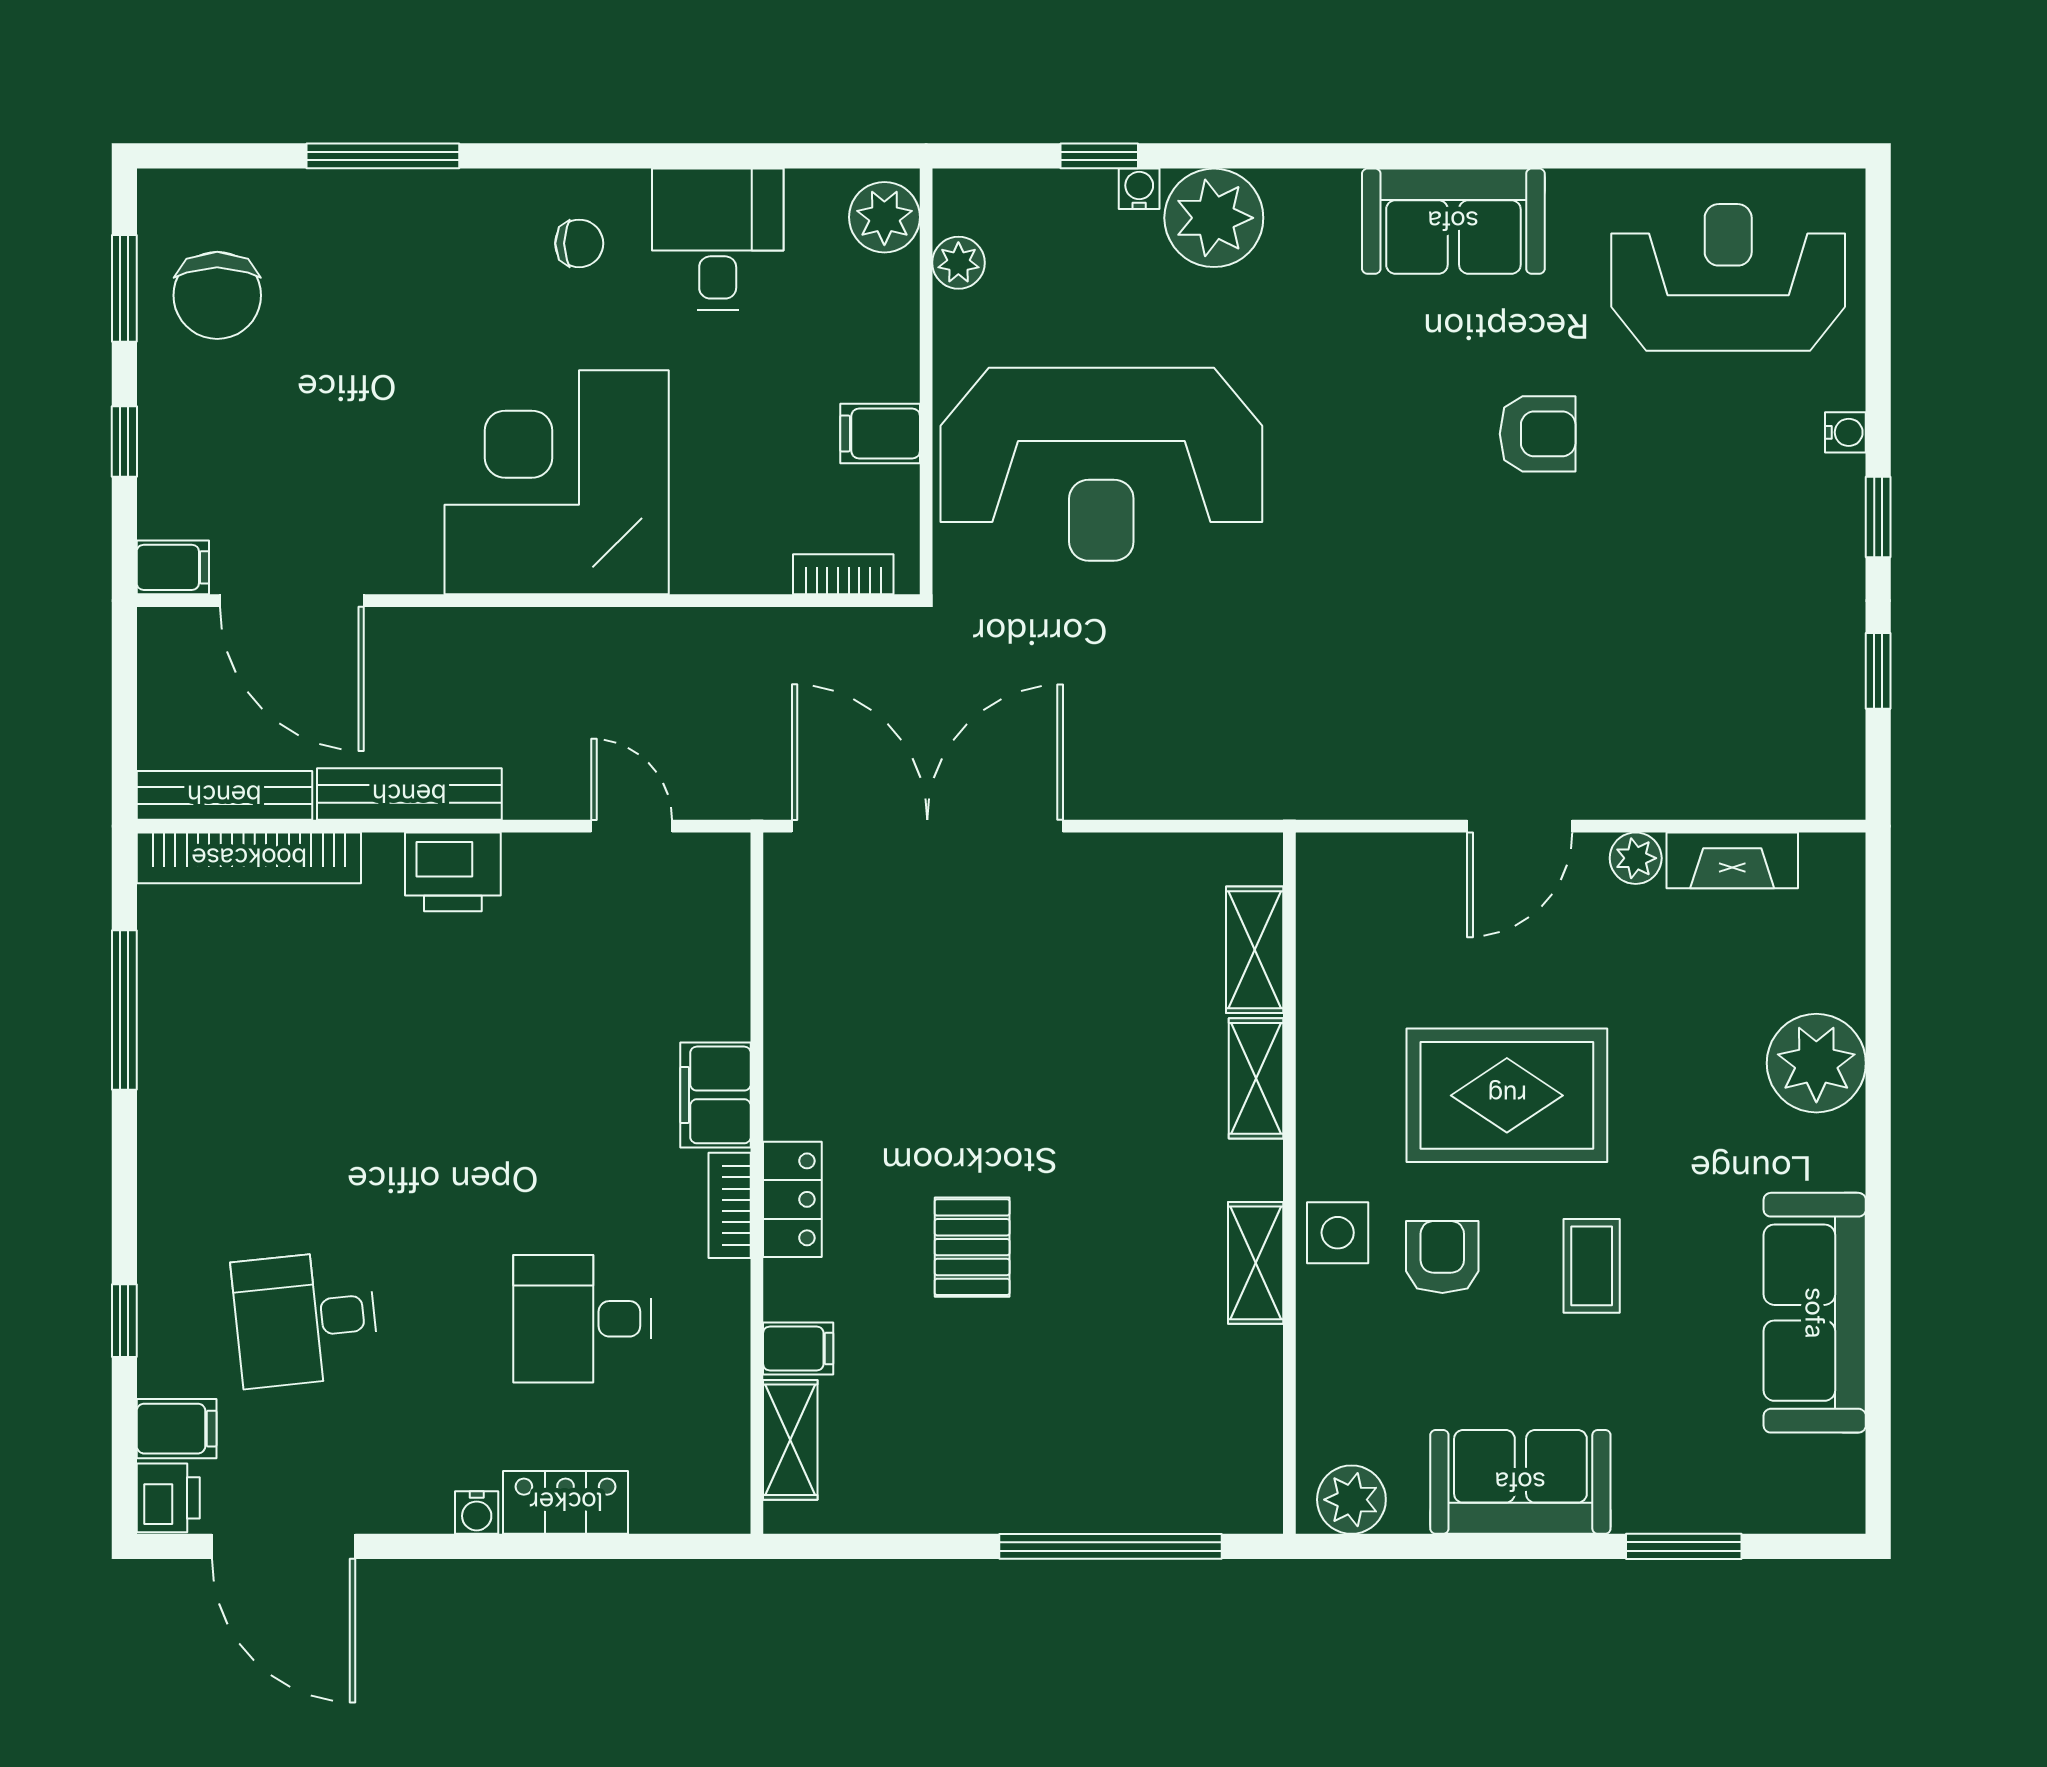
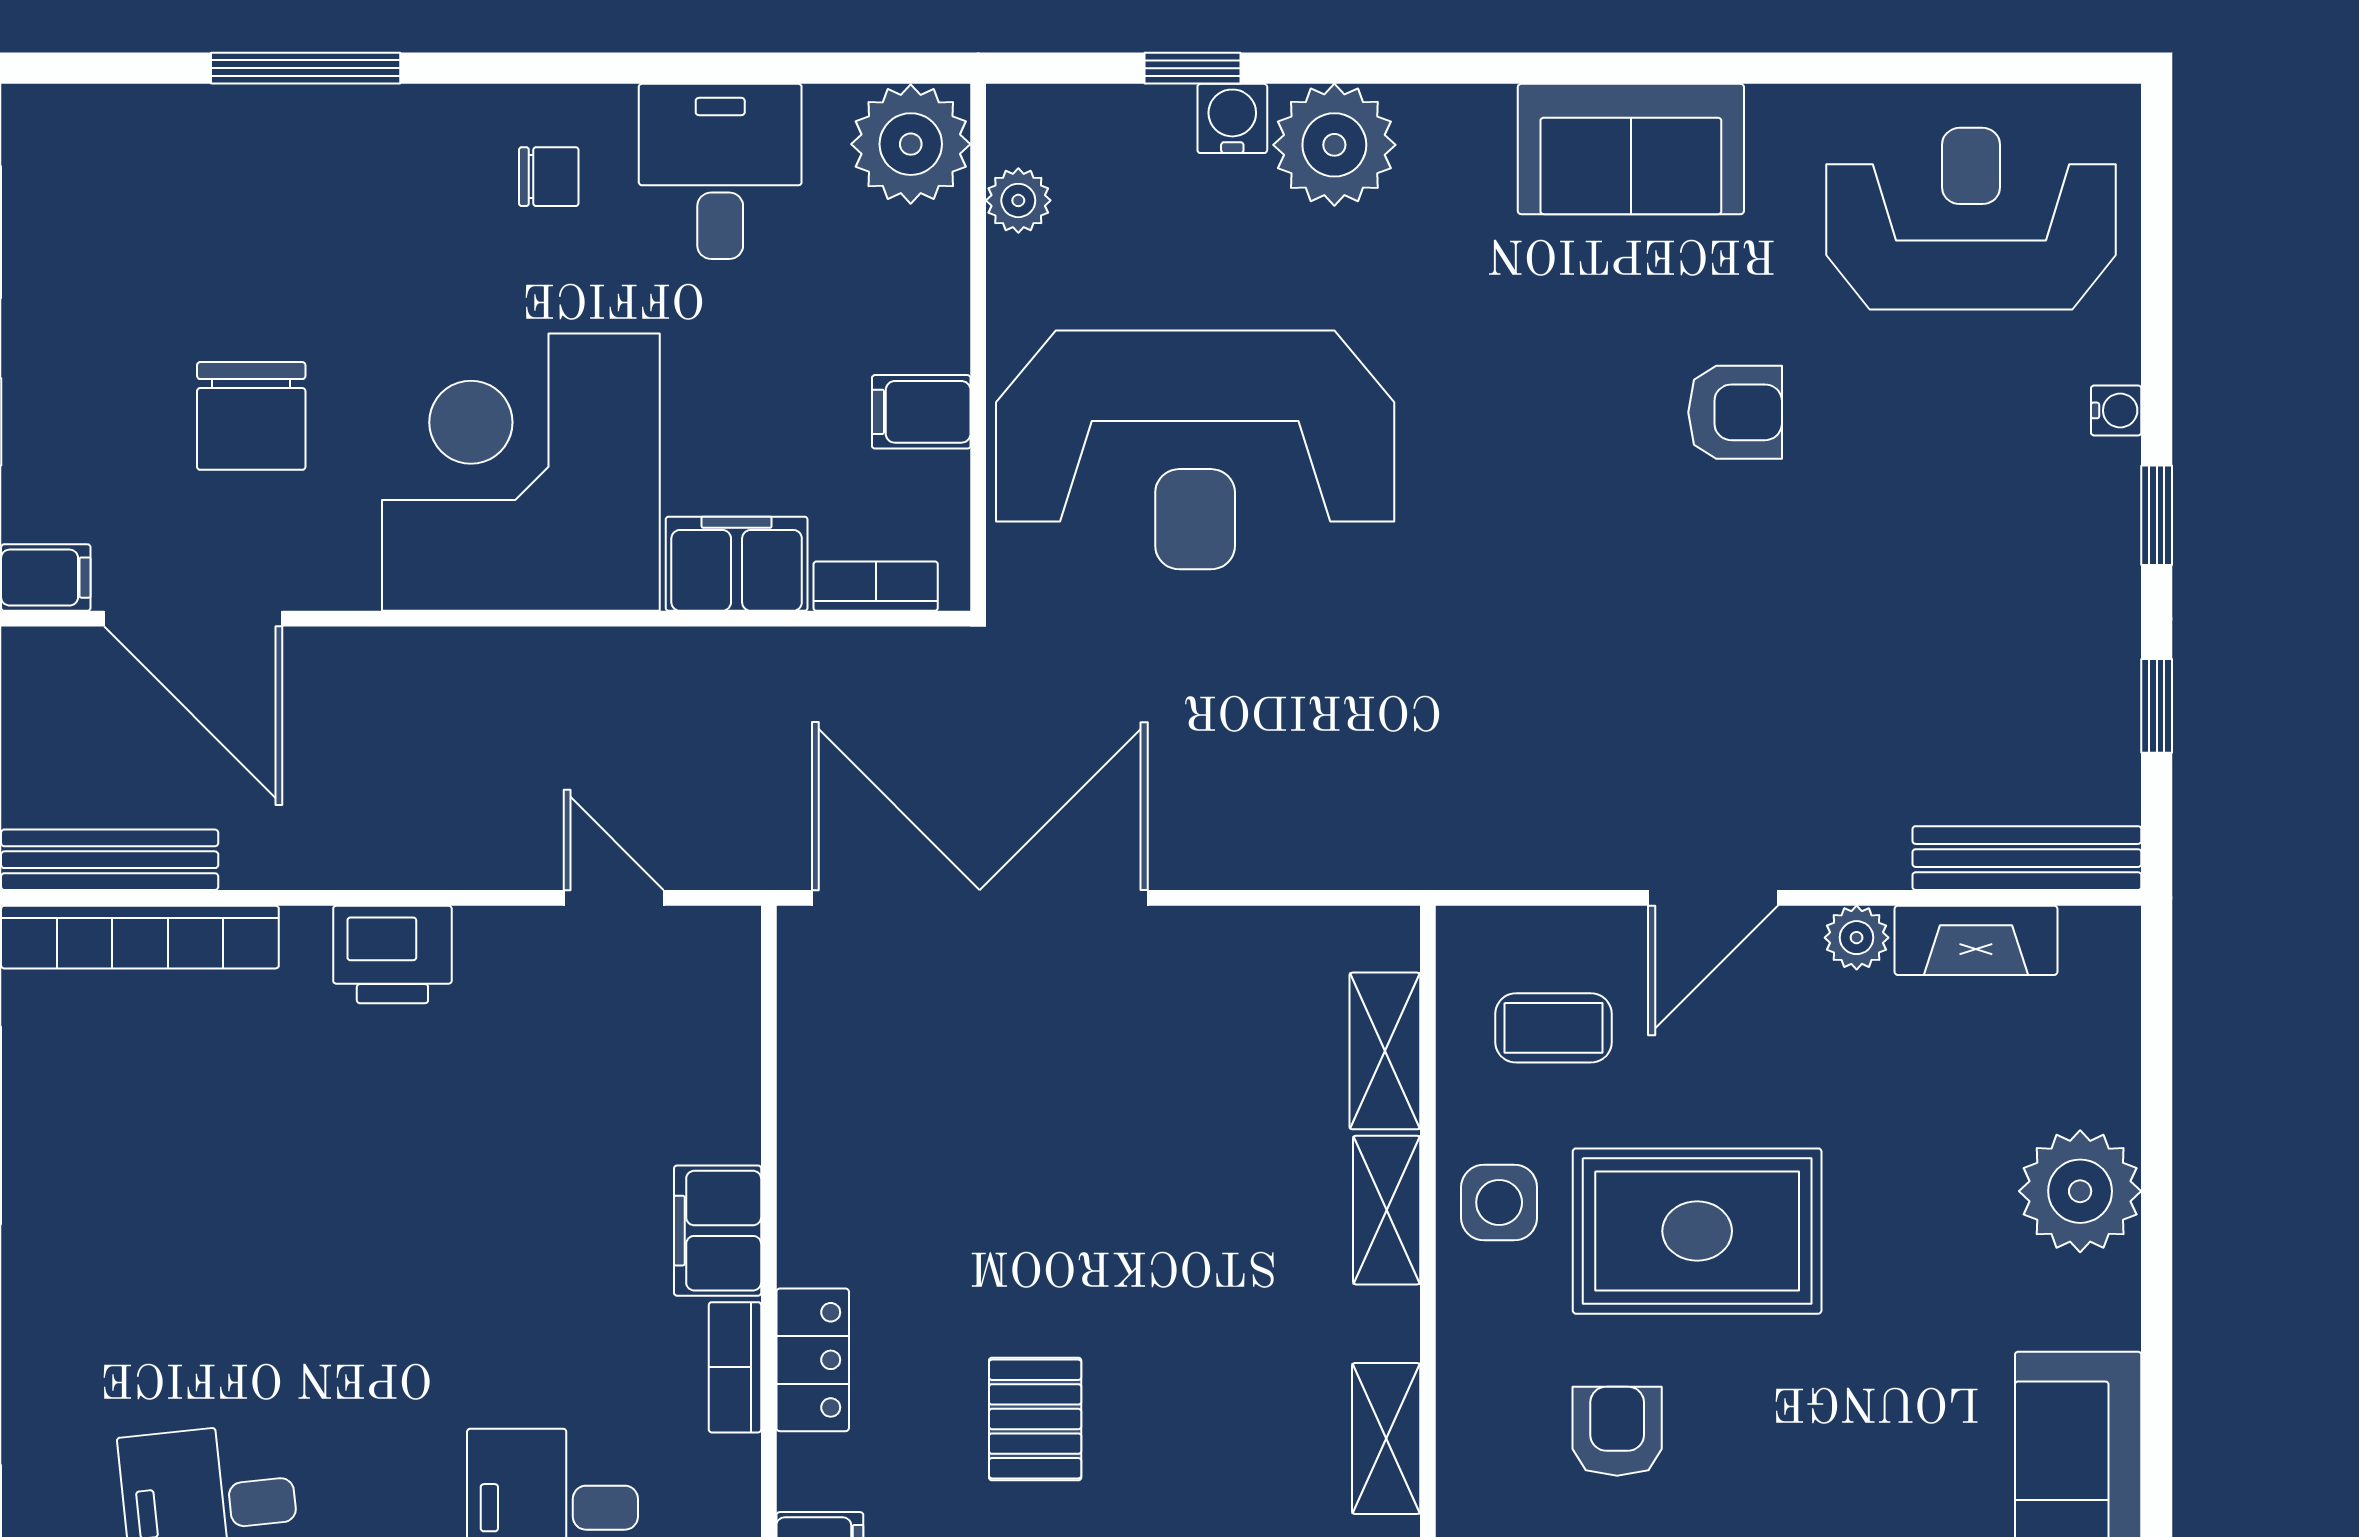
water cooler: (1139, 189) -> (1232, 118), width x1.38, depth x1.38
plant: (884, 217) -> (911, 144), width x1.36, depth x1.36
chair: (217, 295) -> (251, 416), moved
filing cabinet: (731, 556) -> (737, 564), added
bench: (409, 794) -> (2027, 858), moved
side table: (1338, 1233) -> (1499, 1202), moved
coffee table: (1592, 1266) -> (1553, 1028), moved, turned 90

